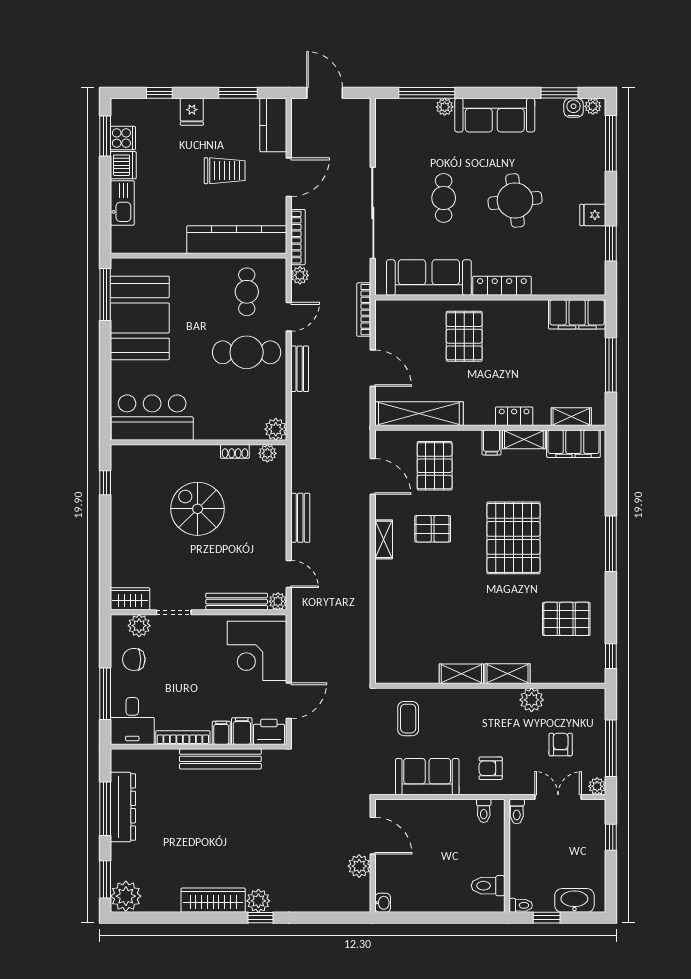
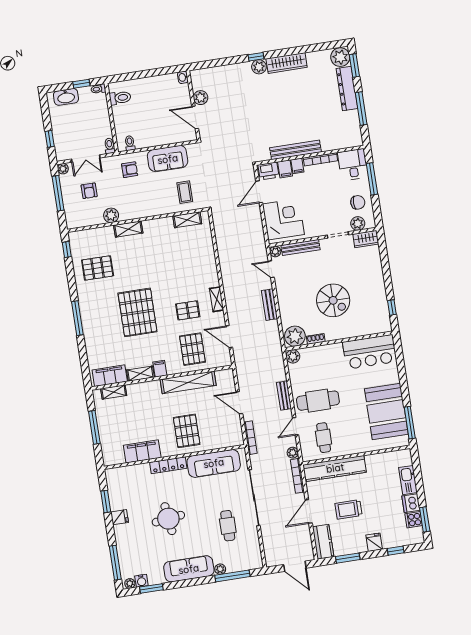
cafe table: (444, 198) -> (228, 526), moved
filing cabinet: (577, 314) -> (142, 451), moved
shelving: (419, 414) -> (188, 382), moved
locker: (514, 416) -> (149, 387), removed
plant: (267, 453) -> (295, 336), width x1.88, depth x1.88
shelving: (461, 674) -> (187, 220), moved
dresser: (123, 807) -> (347, 88), moved

